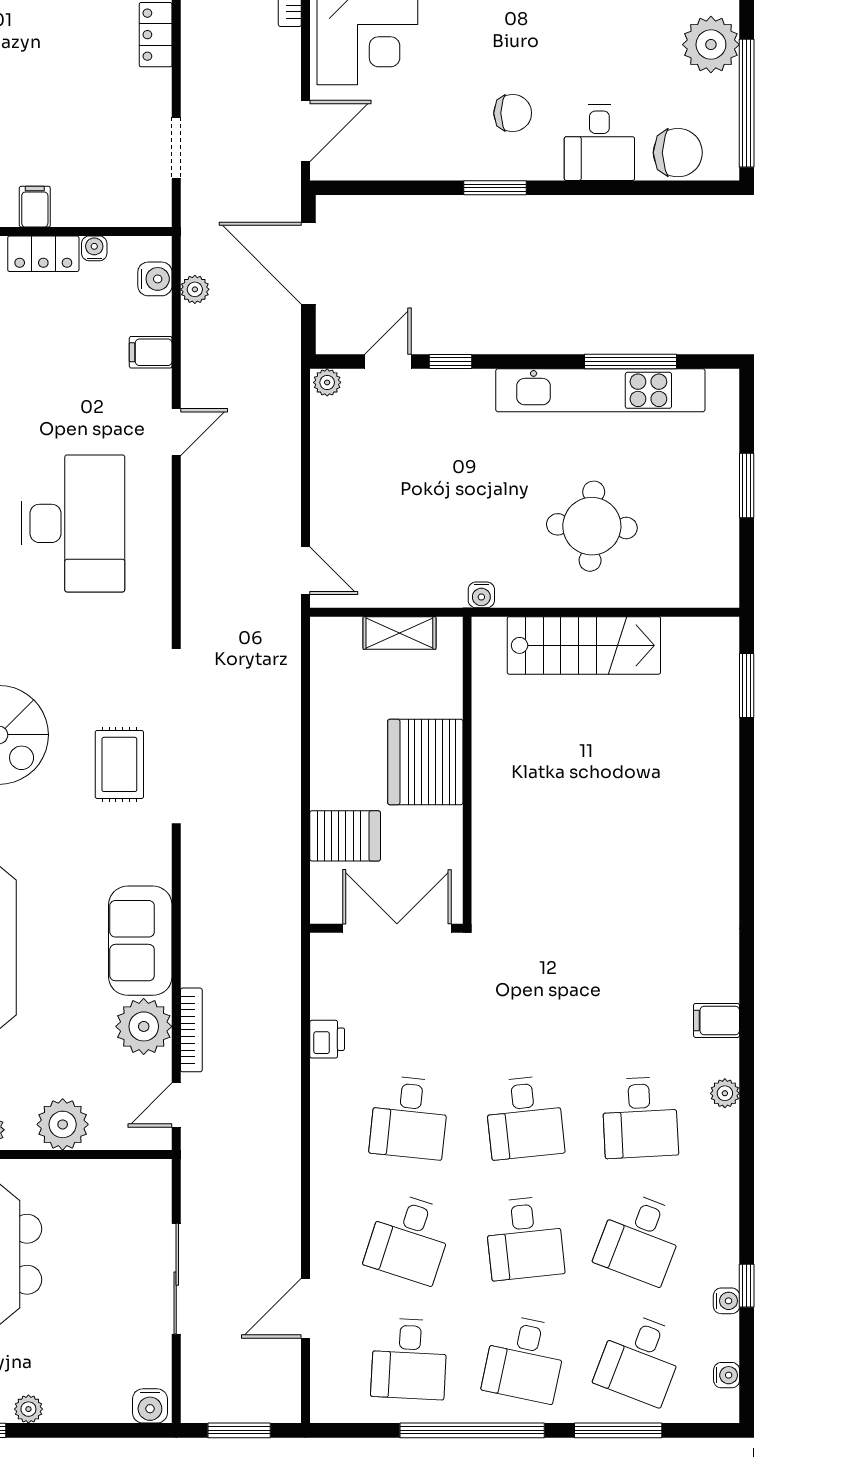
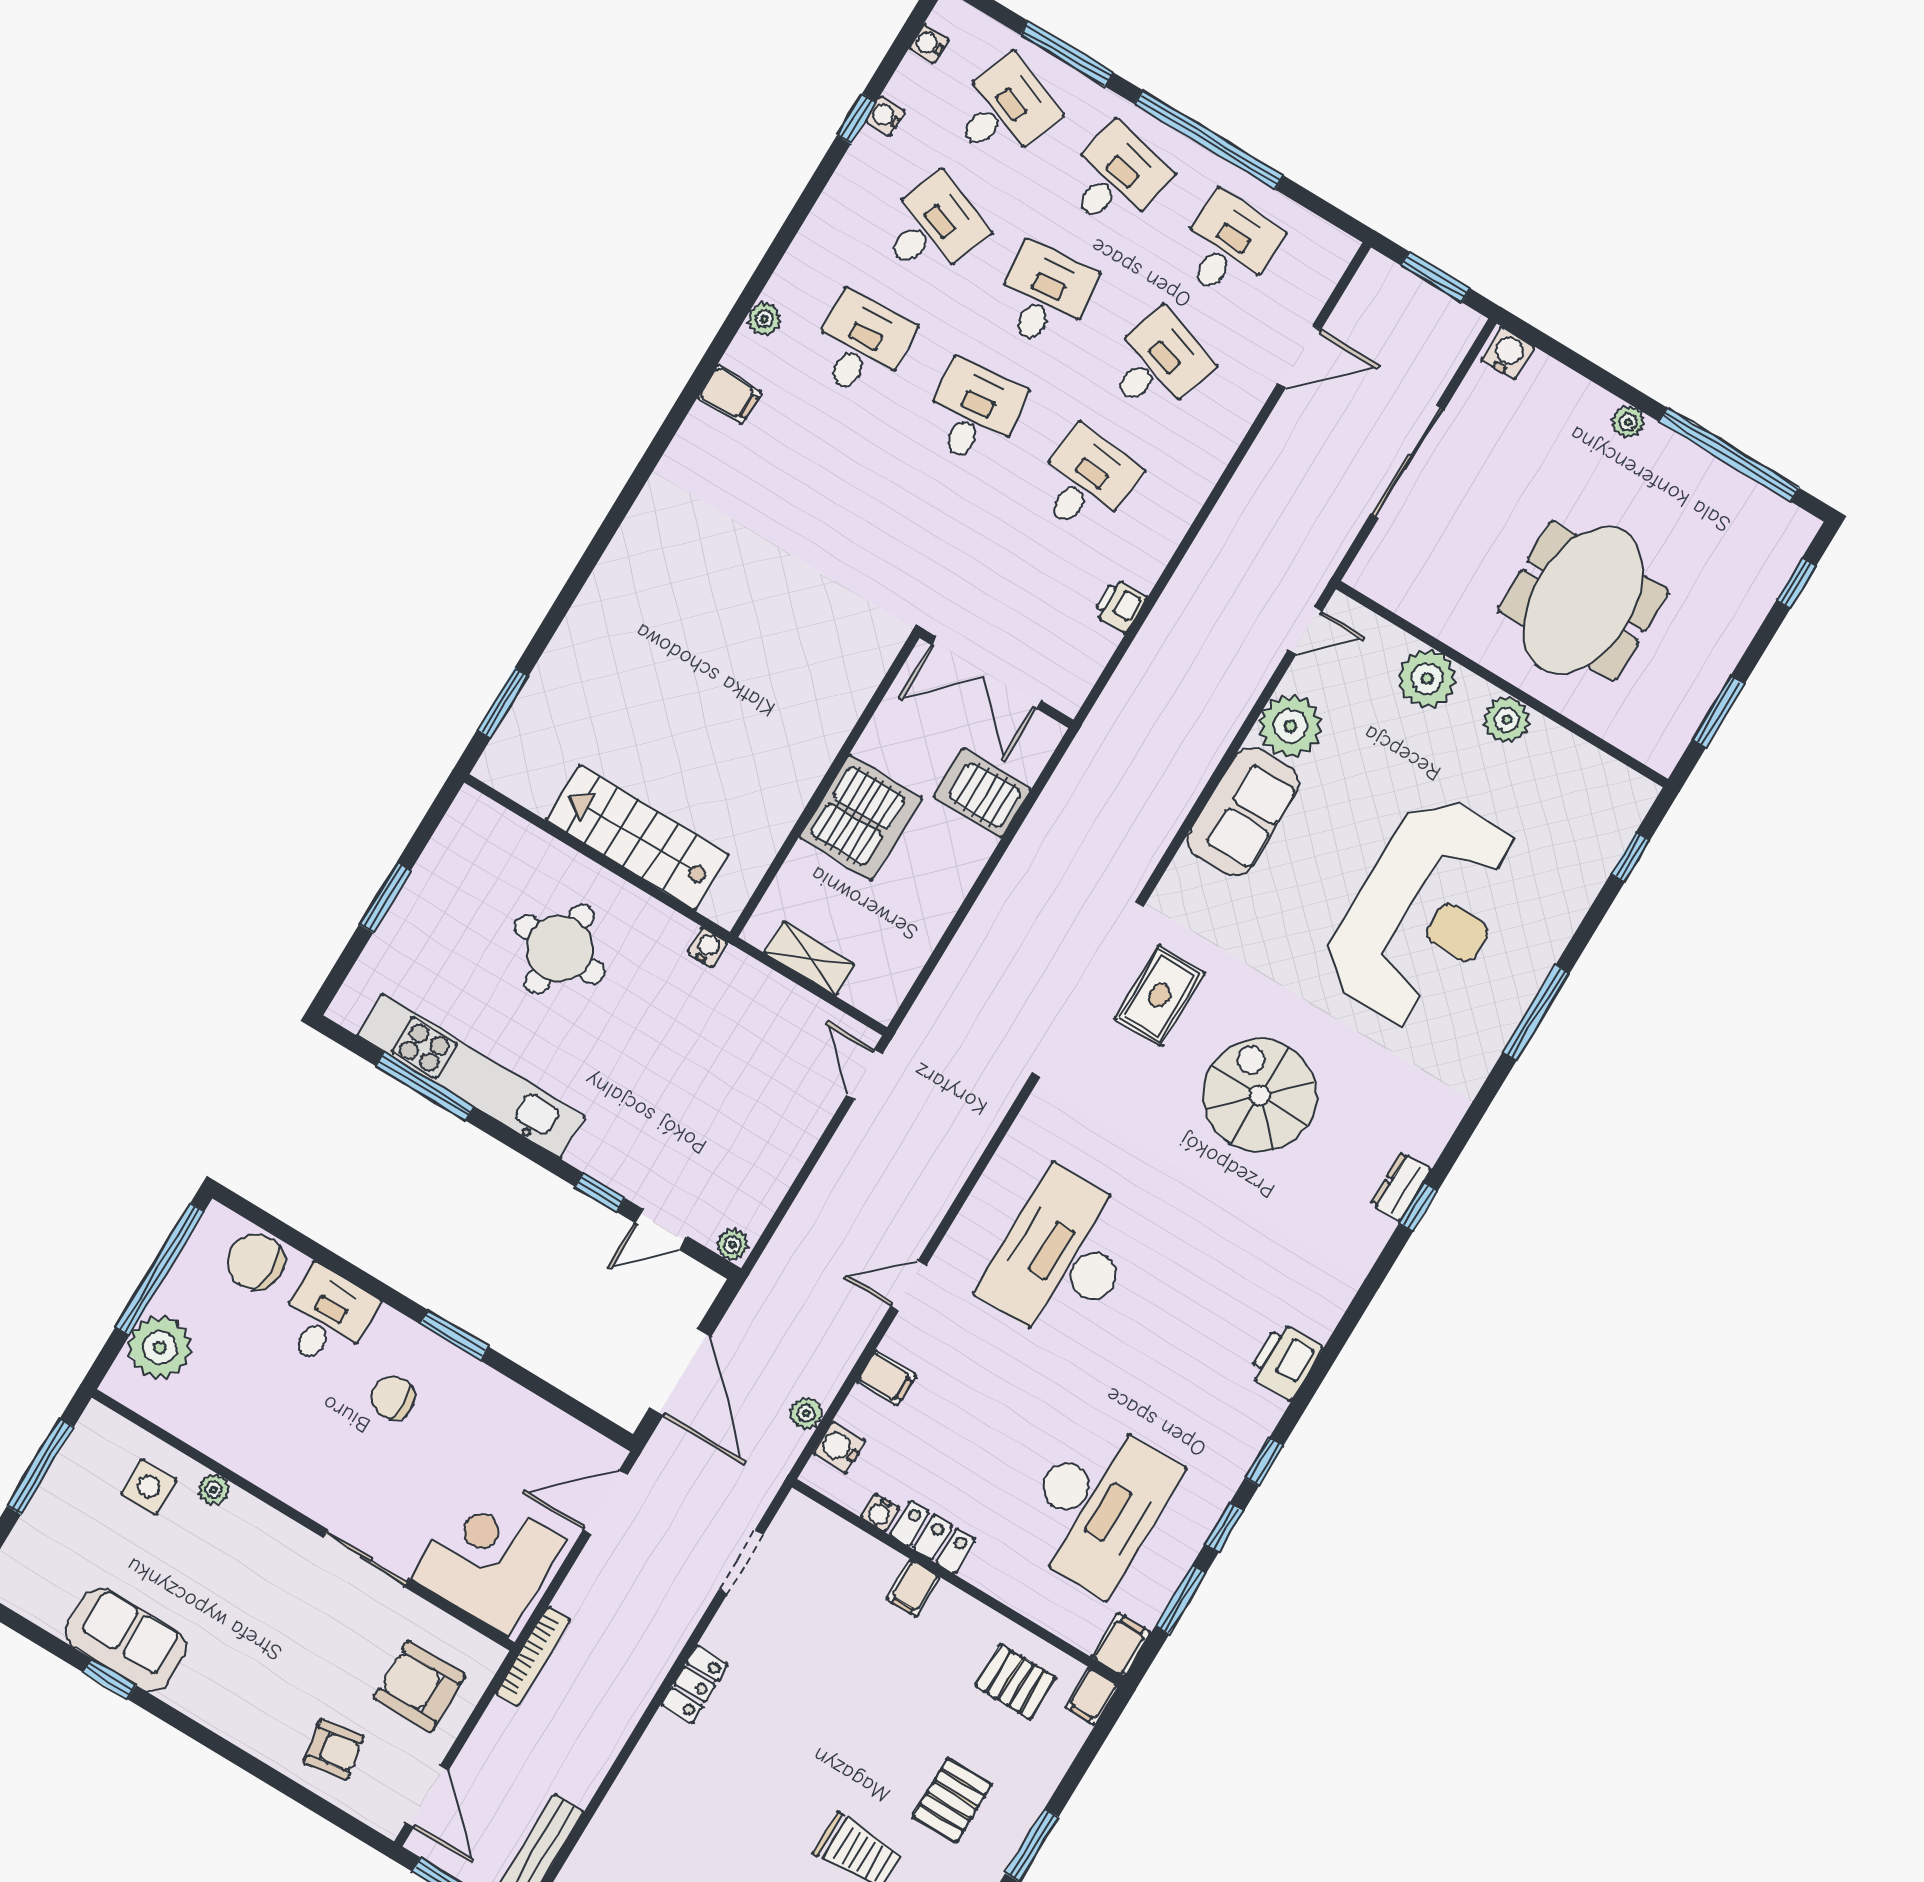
bookcase: (191, 1030) -> (1246, 695), removed

